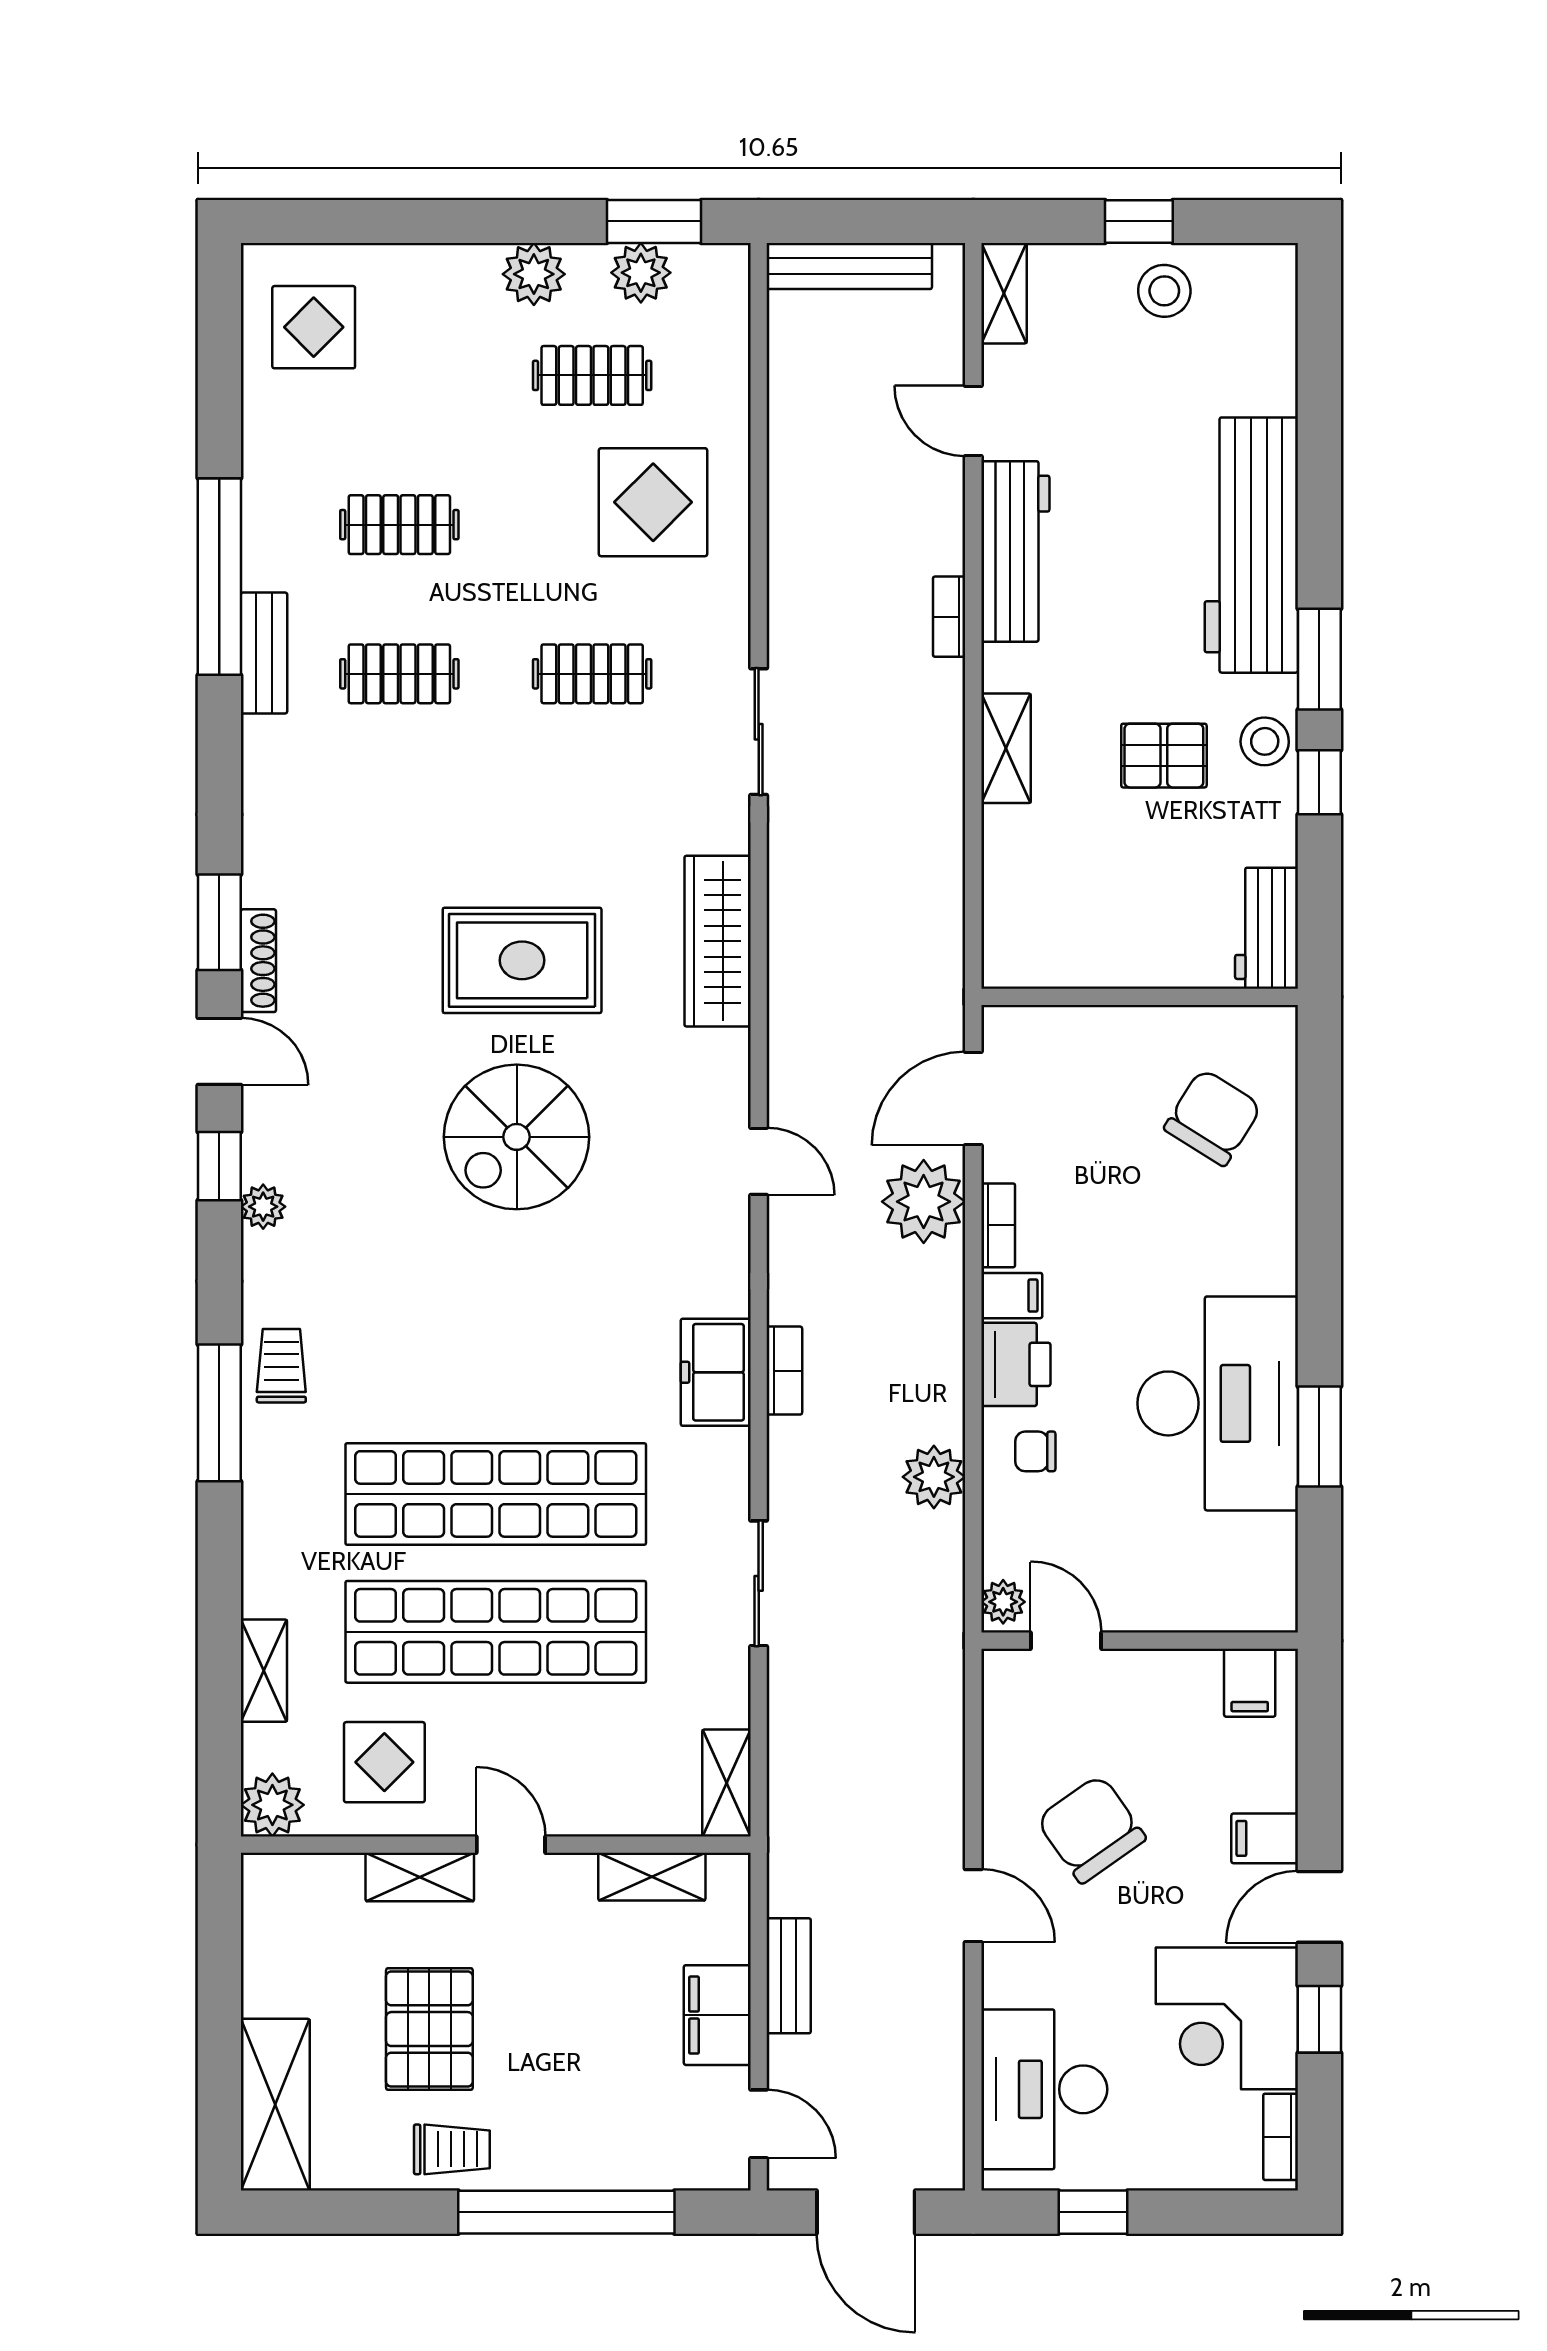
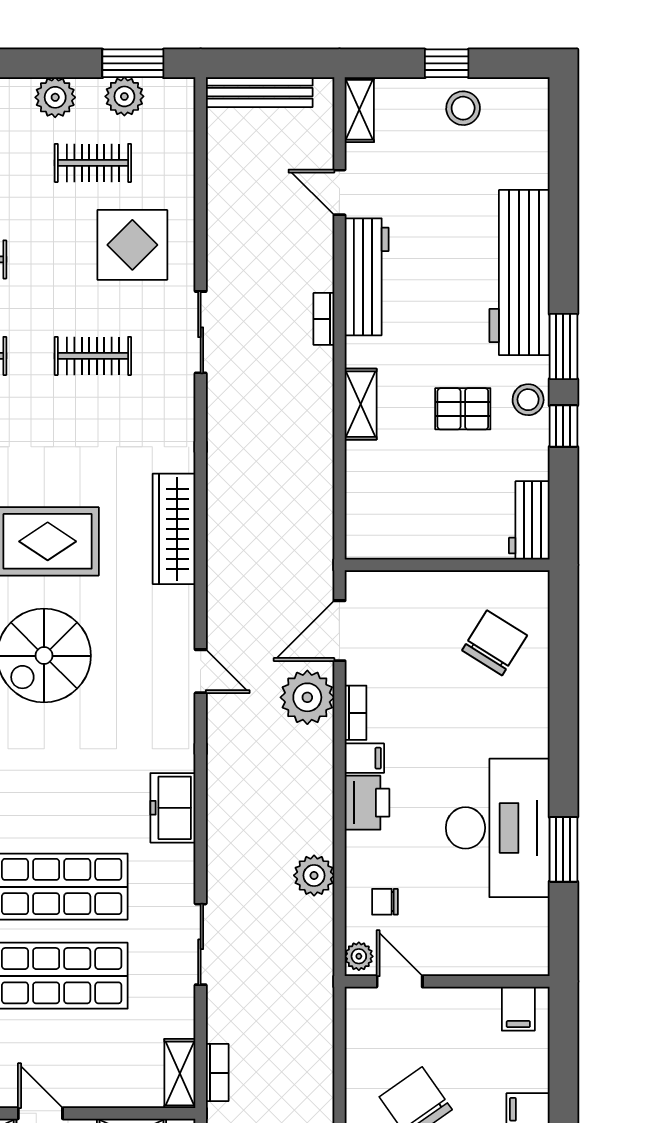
sliding door: (759, 732) -> (201, 332), moved
bookcase: (784, 1371) -> (217, 1073), moved
chair: (1035, 1451) -> (385, 902), moved

